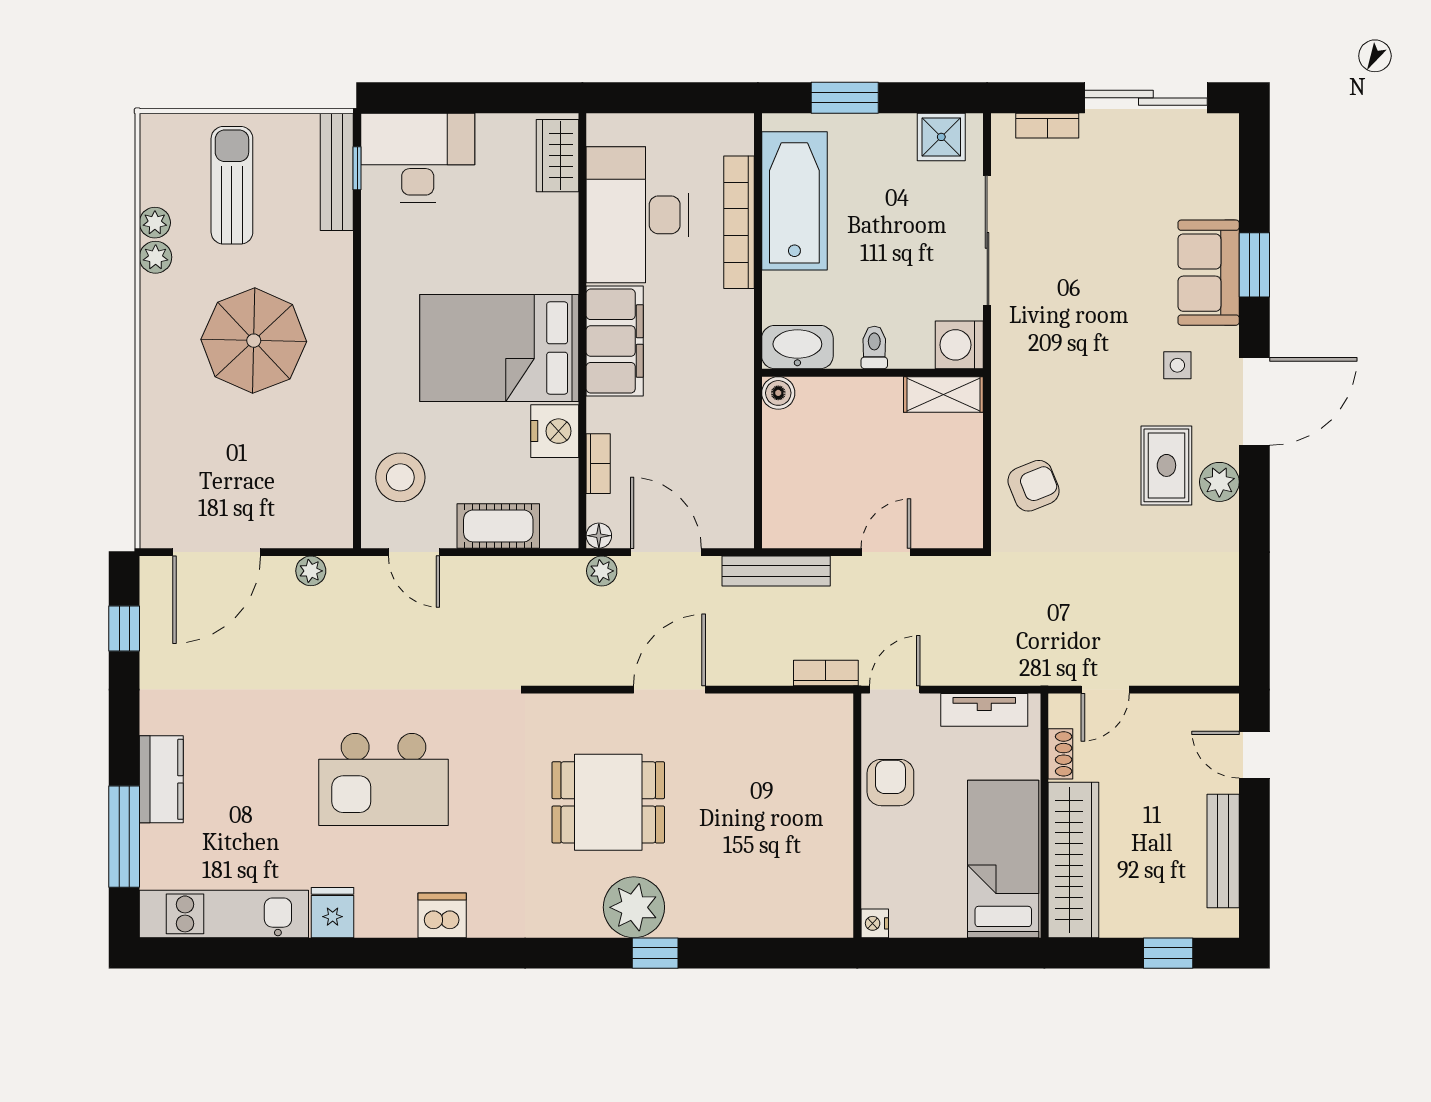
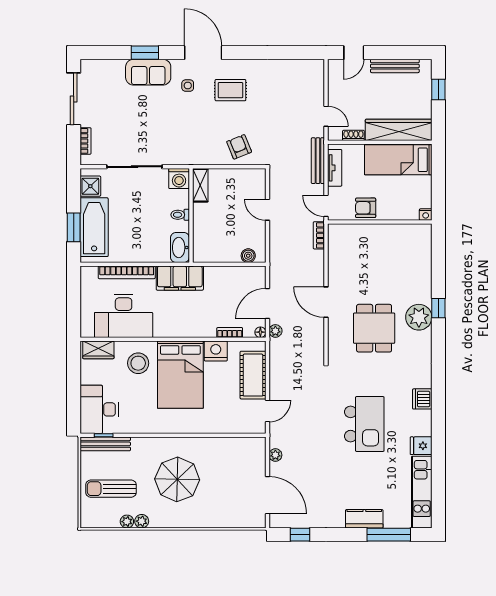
bathtub: (794, 201) -> (94, 227), moved, turned 90
filing cabinet: (615, 341) -> (180, 278), moved, turned 180
boiler: (778, 393) -> (248, 256), moved
stool: (400, 477) -> (138, 363), moved
plant: (1219, 482) -> (237, 68), removed
cot: (498, 526) -> (253, 375), width x1.37, depth x1.34
bench: (776, 571) -> (318, 161), moved

